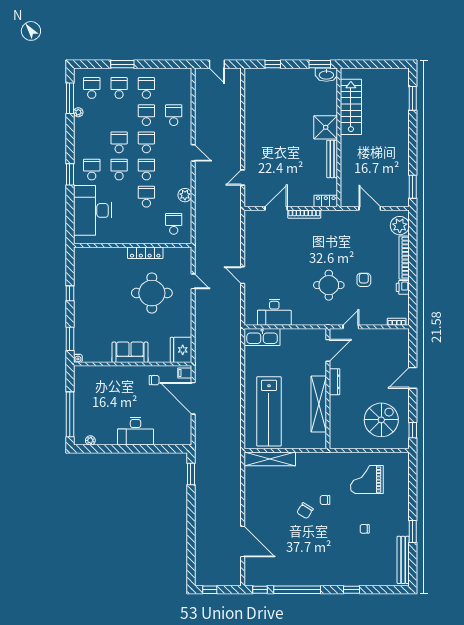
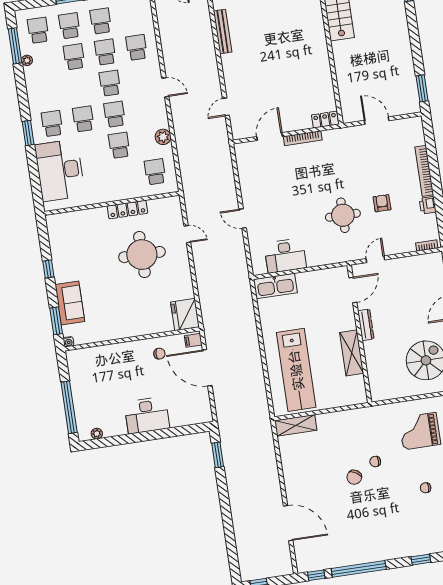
shower: (326, 127) -> (312, 35), removed
school desk: (119, 142) -> (74, 57), moved
bench: (332, 159) -> (223, 32), moved
plant: (400, 226) -> (414, 135), removed
sofa: (130, 352) -> (70, 303), moved, turned 90
shelving: (319, 404) -> (352, 353), width x0.68
shelving: (270, 459) -> (296, 425), width x0.68

